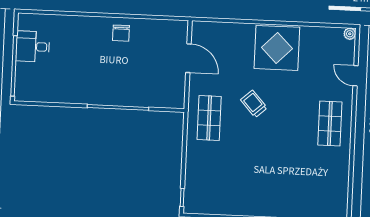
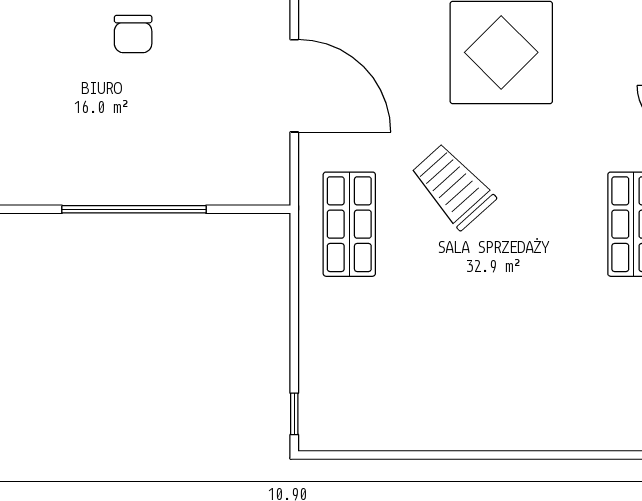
door: (188, 58) -> (294, 86), width x1.36
trolley: (254, 104) -> (453, 186), width x1.36, depth x1.39

